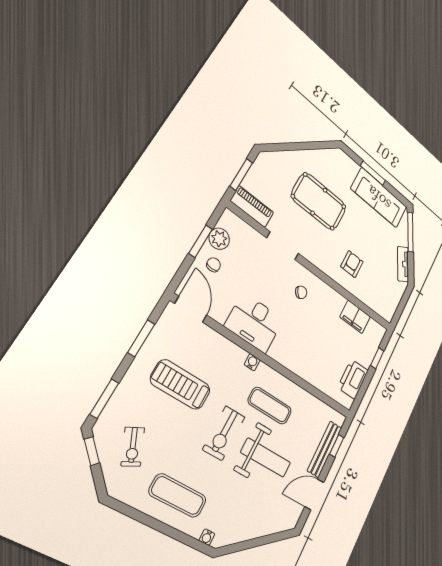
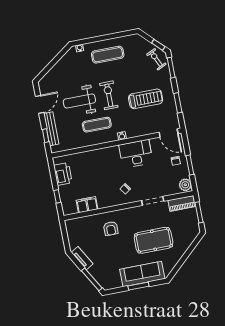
sofa: (379, 198) -> (142, 274), moved
plant: (219, 239) -> (185, 185), moved
exercise bike: (133, 447) -> (156, 59), moved

